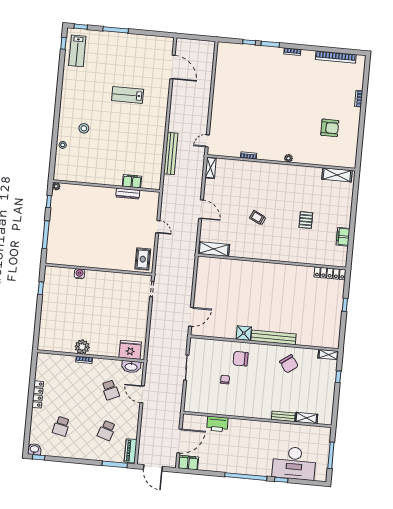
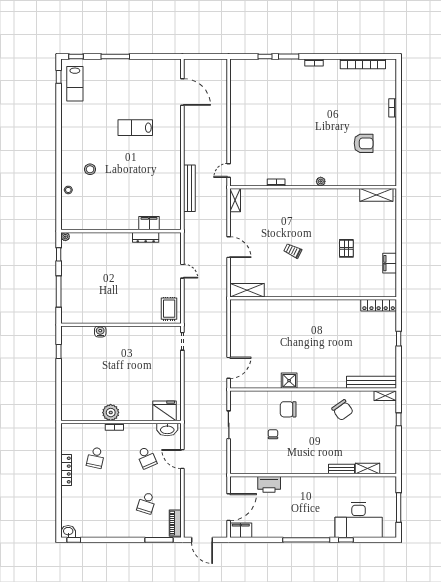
bench: (274, 337) -> (371, 382), moved
school desk: (61, 426) -> (96, 458), moved

